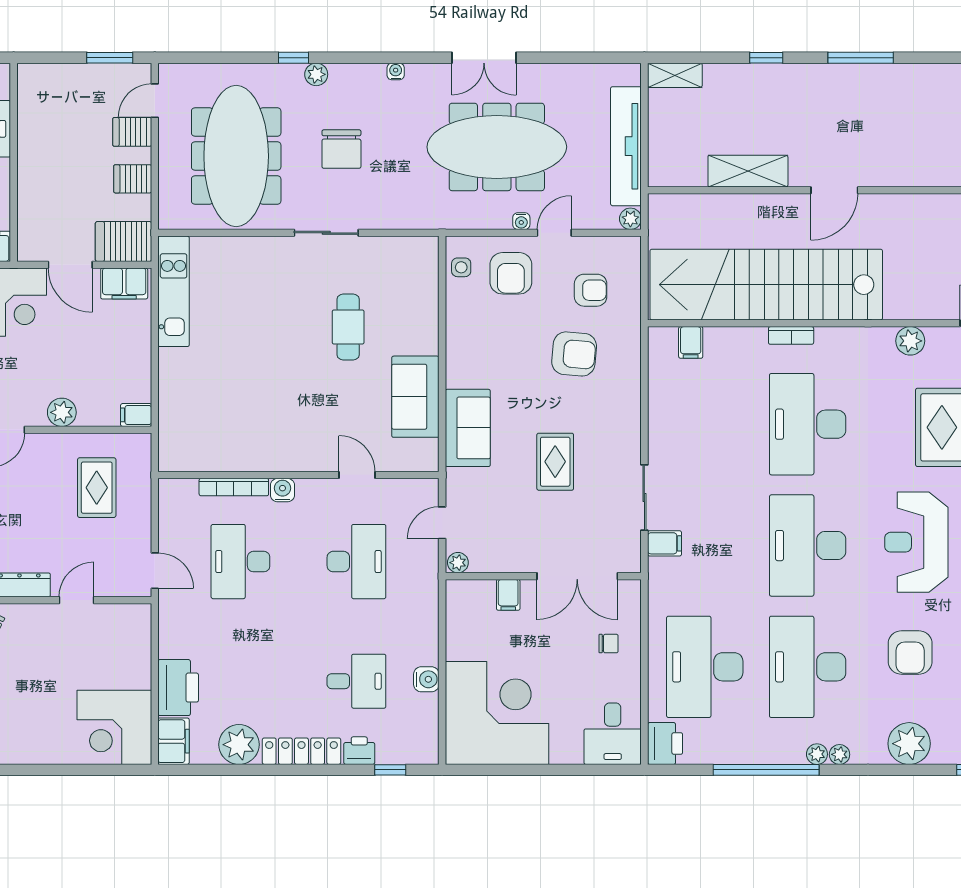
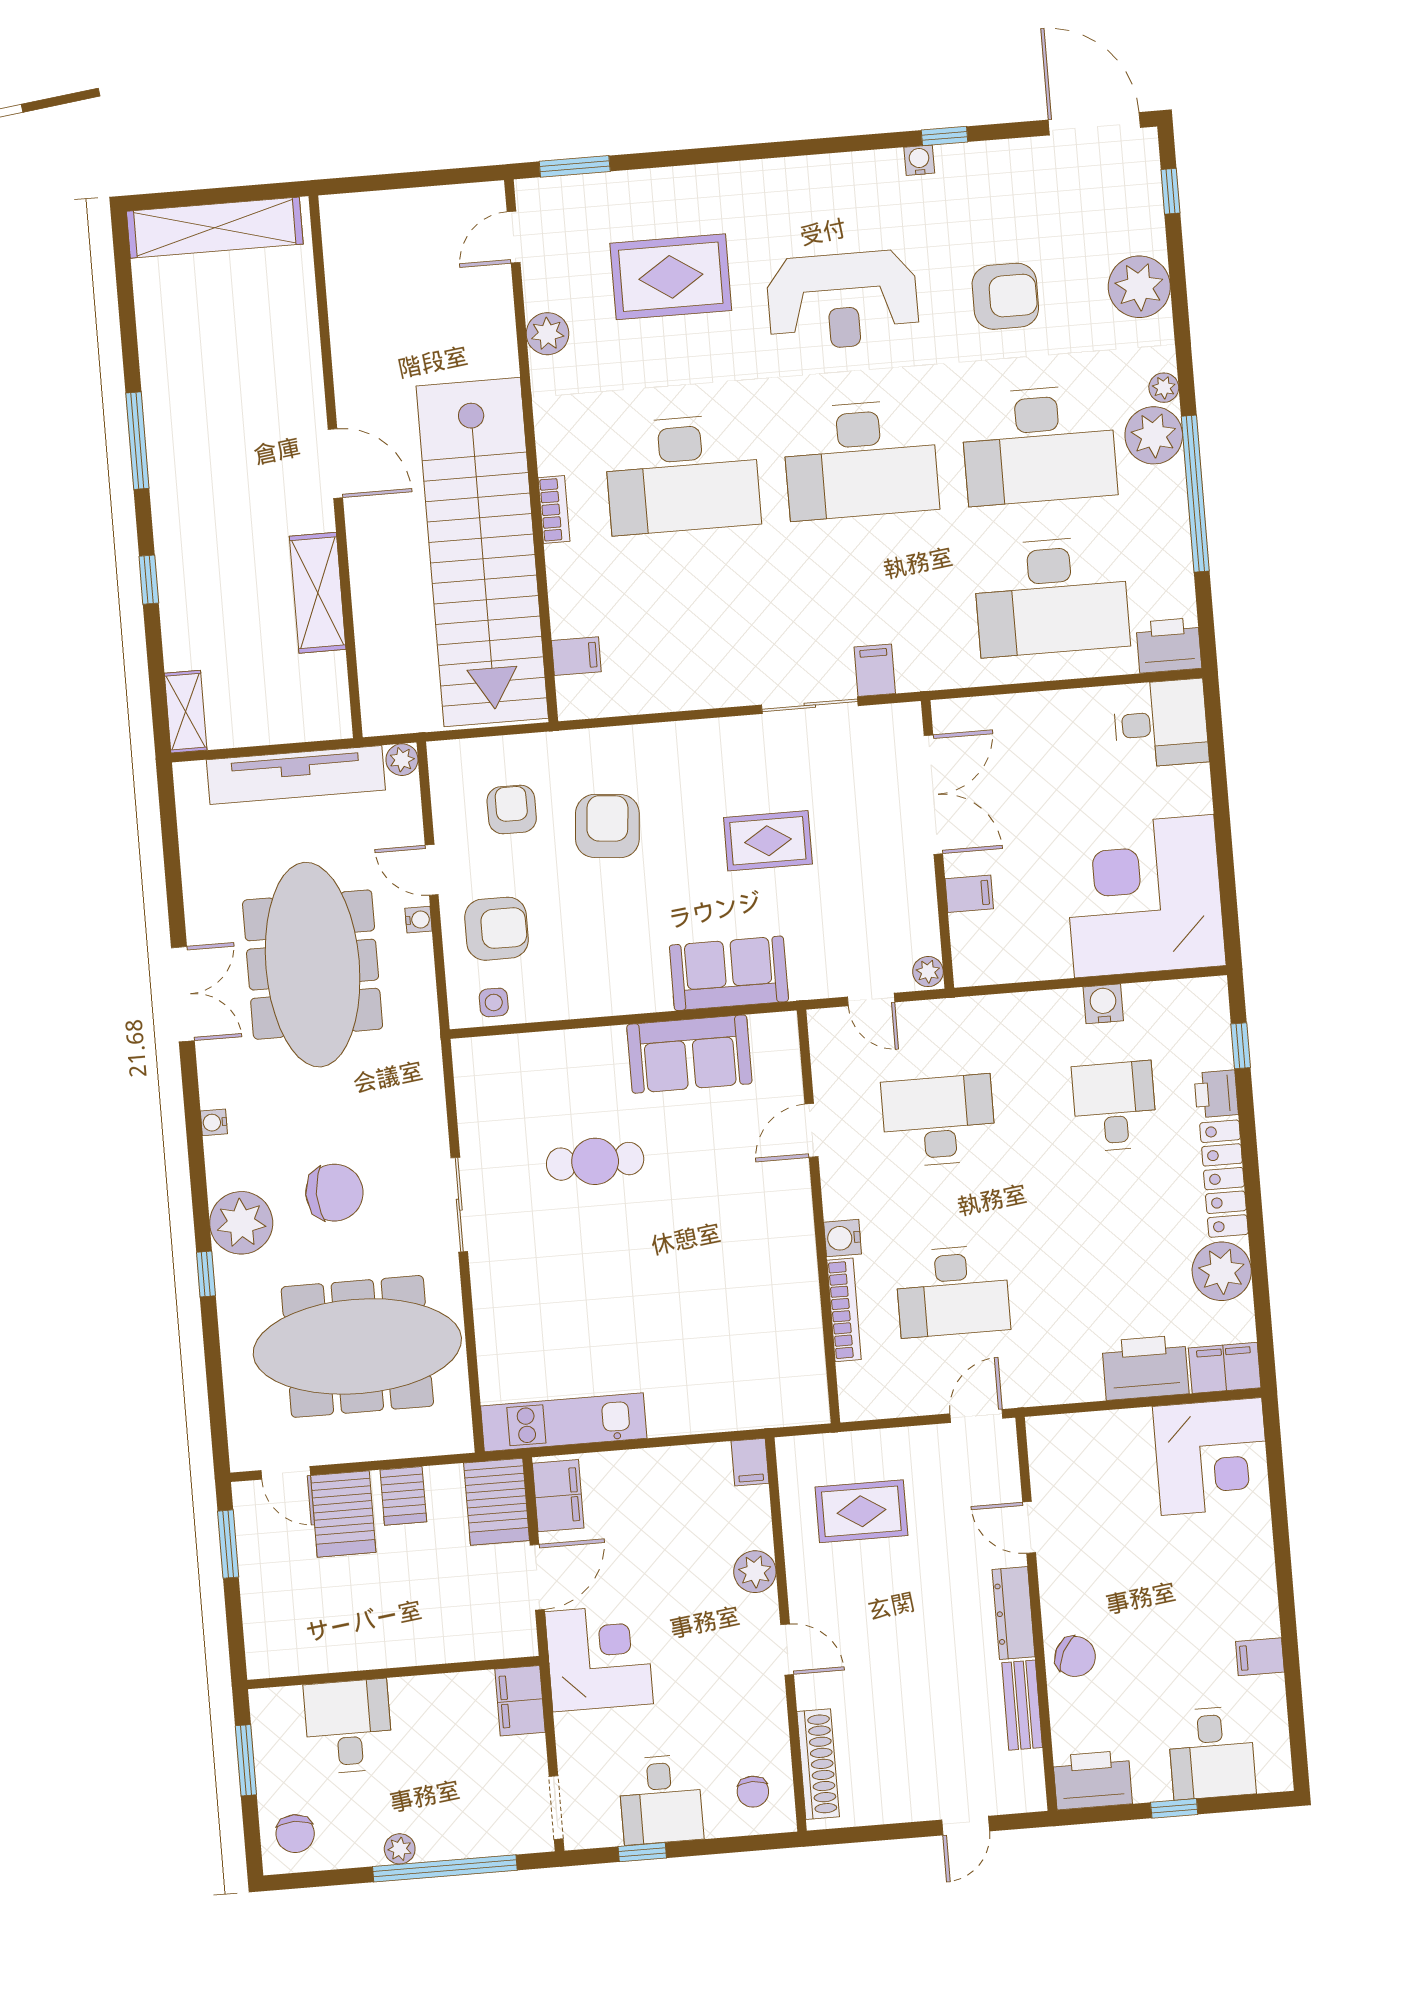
plant: (316, 74) -> (241, 1223), width x1.88, depth x1.88
server rack: (132, 132) -> (343, 1514), width x1.36, depth x1.44
chair: (609, 644) -> (1029, 740), removed
plant: (817, 754) -> (1154, 435), width x1.88, depth x1.88

